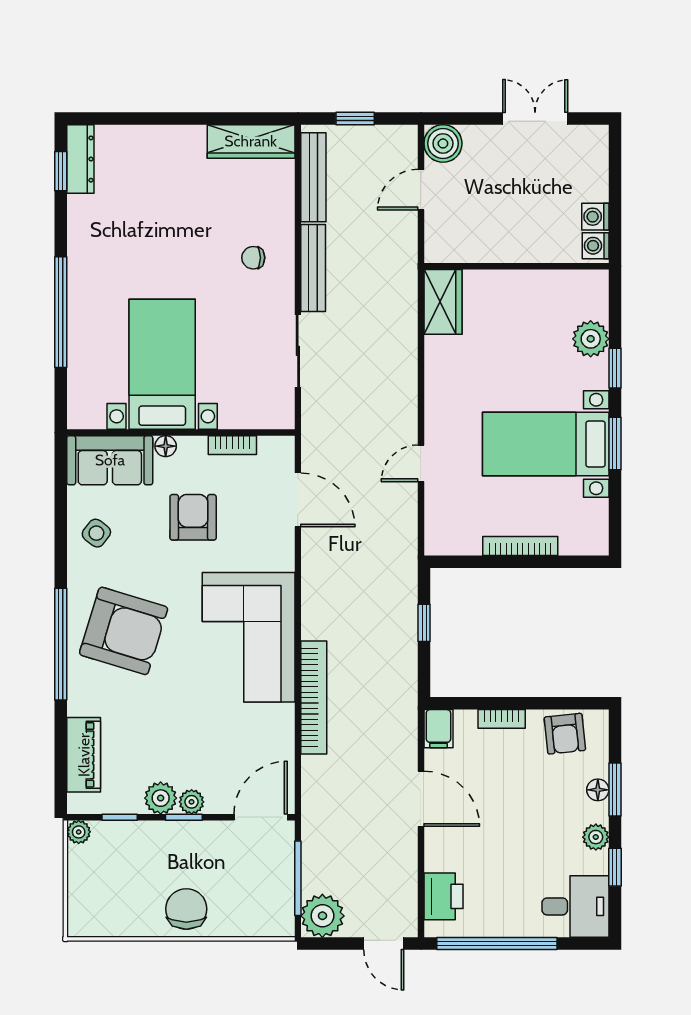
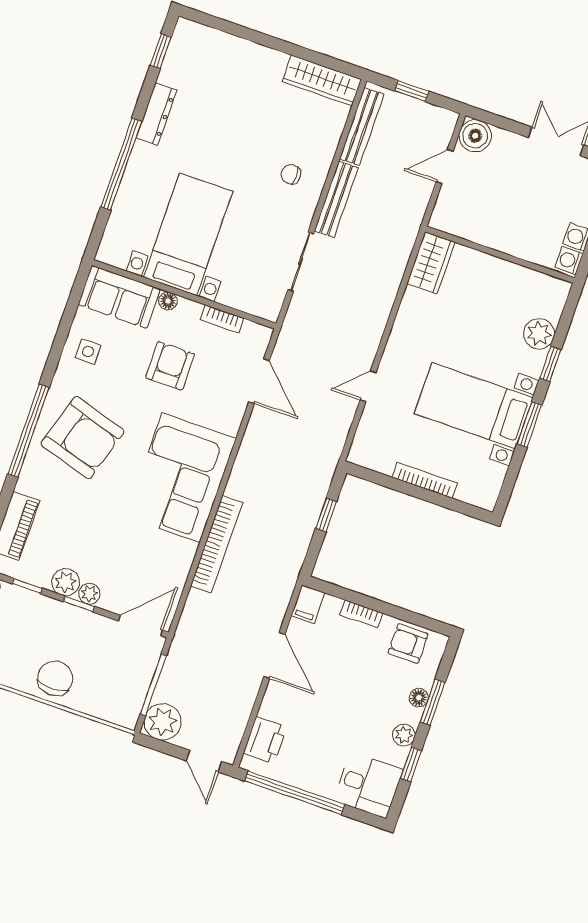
dresser: (80, 159) -> (156, 114), moved
side table: (96, 533) -> (88, 352), turned -38
armchair: (565, 734) -> (408, 643), turned 96

